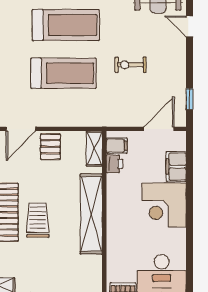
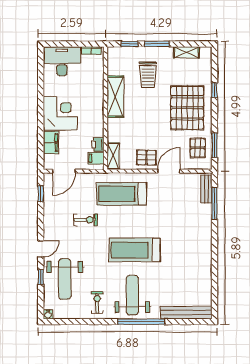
door: (190, 26) -> (41, 249), hinge flipped
treadmill: (63, 73) -> (122, 194), moved
pallet: (50, 147) -> (146, 158), turned 90
shelving: (91, 214) -> (115, 97), width x0.68
trolley: (38, 220) -> (148, 75), moved

